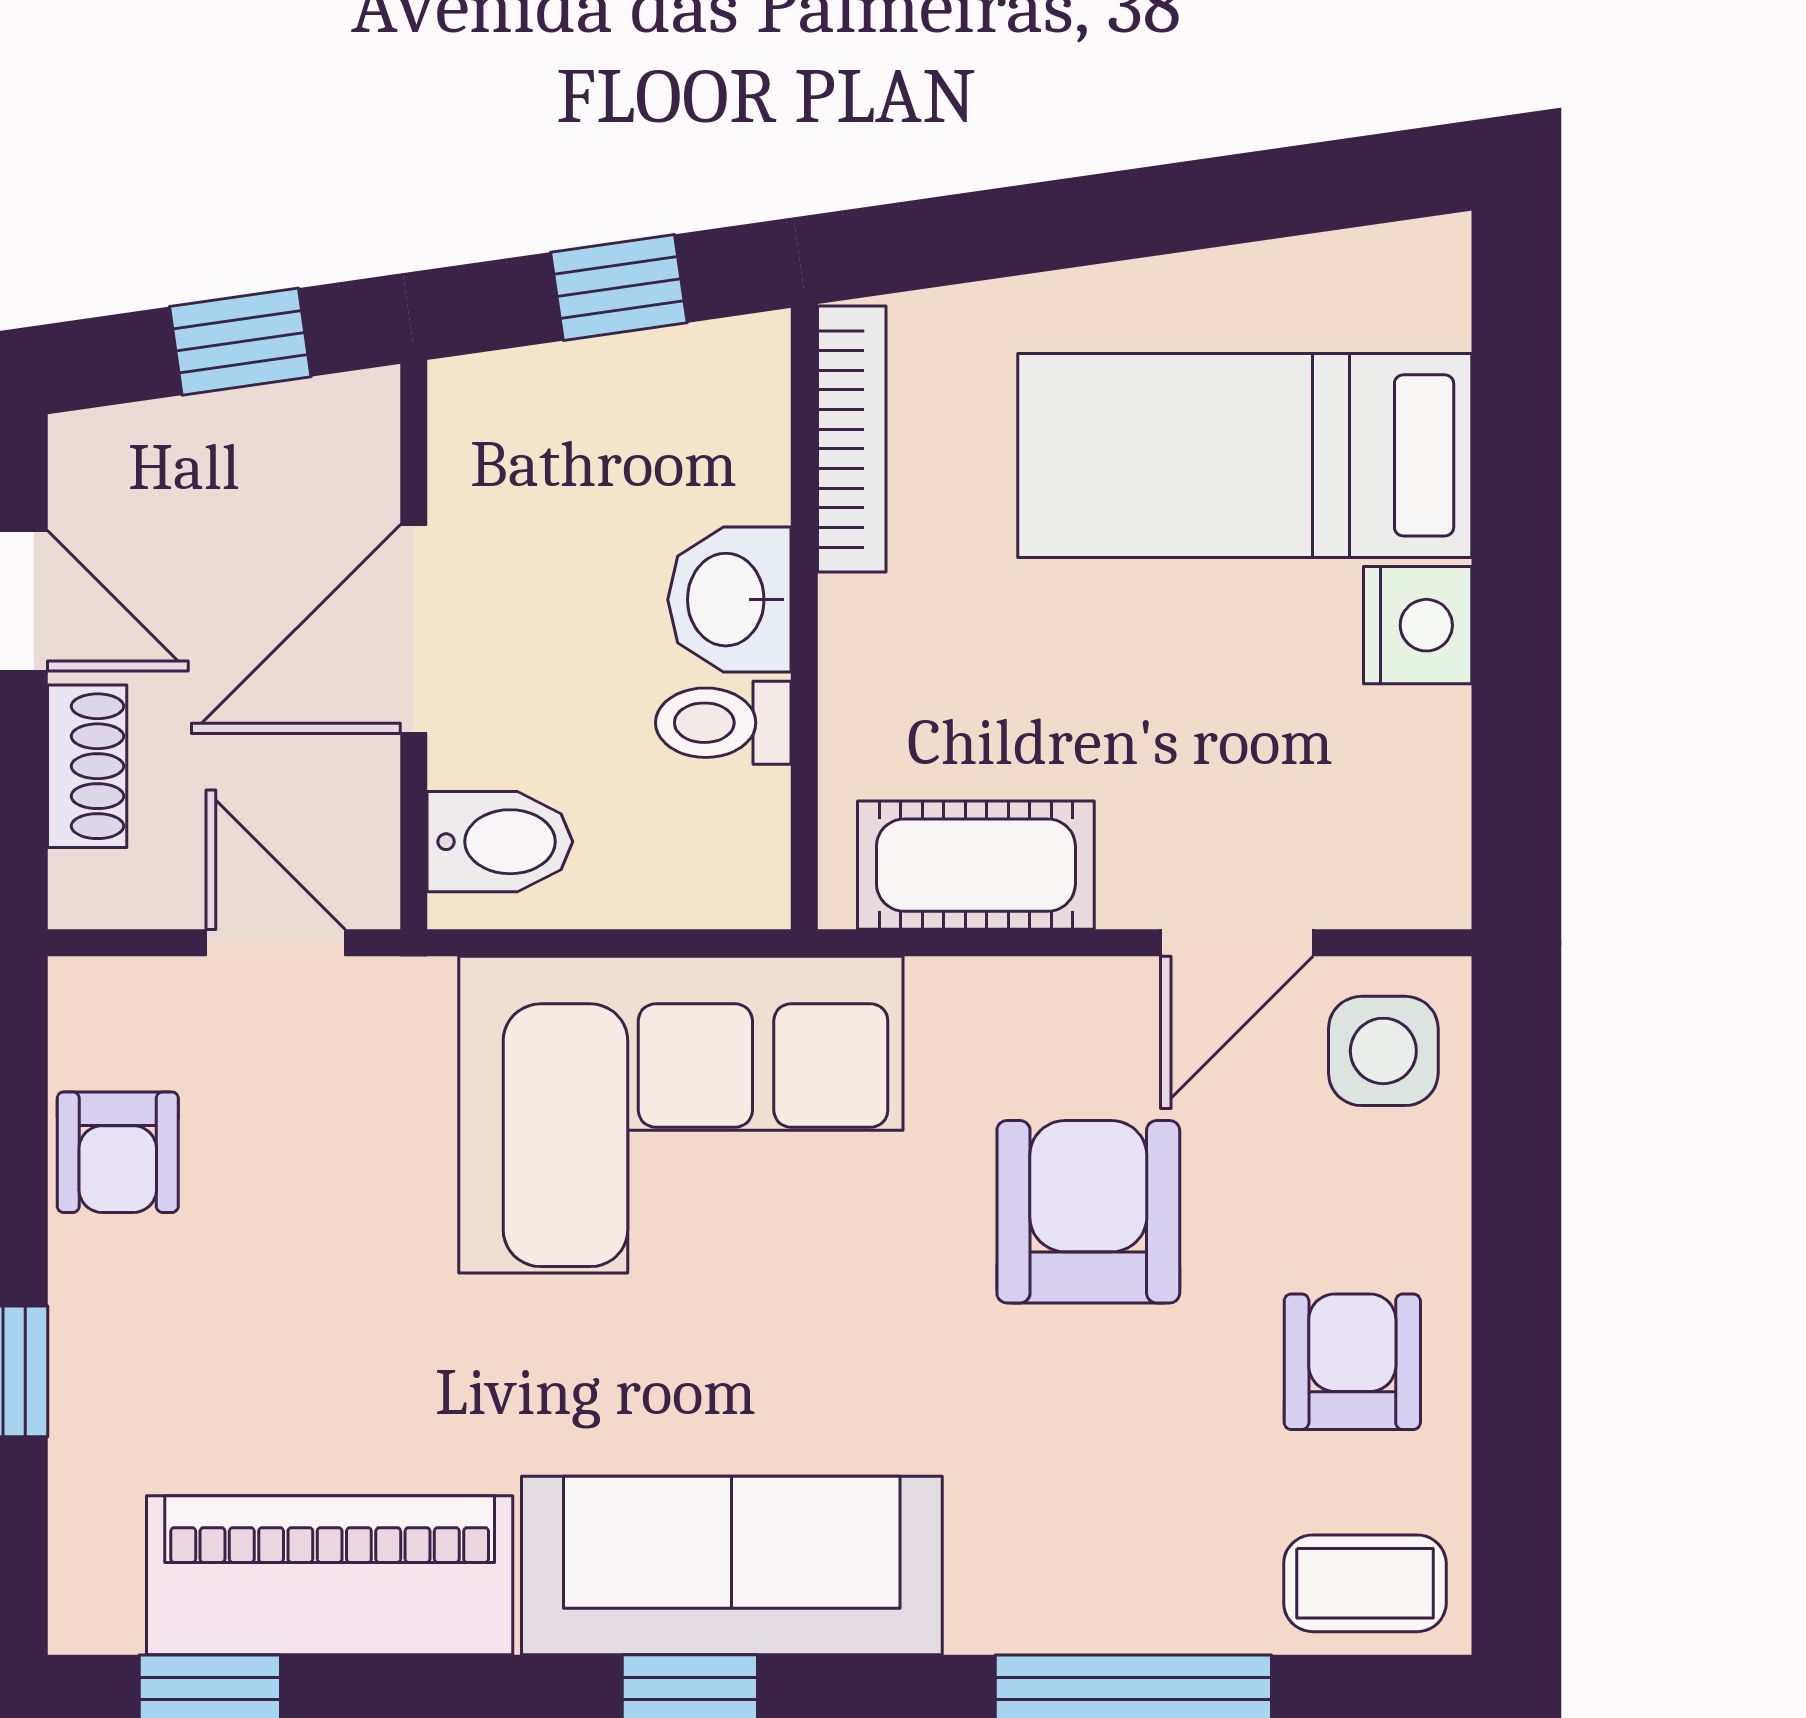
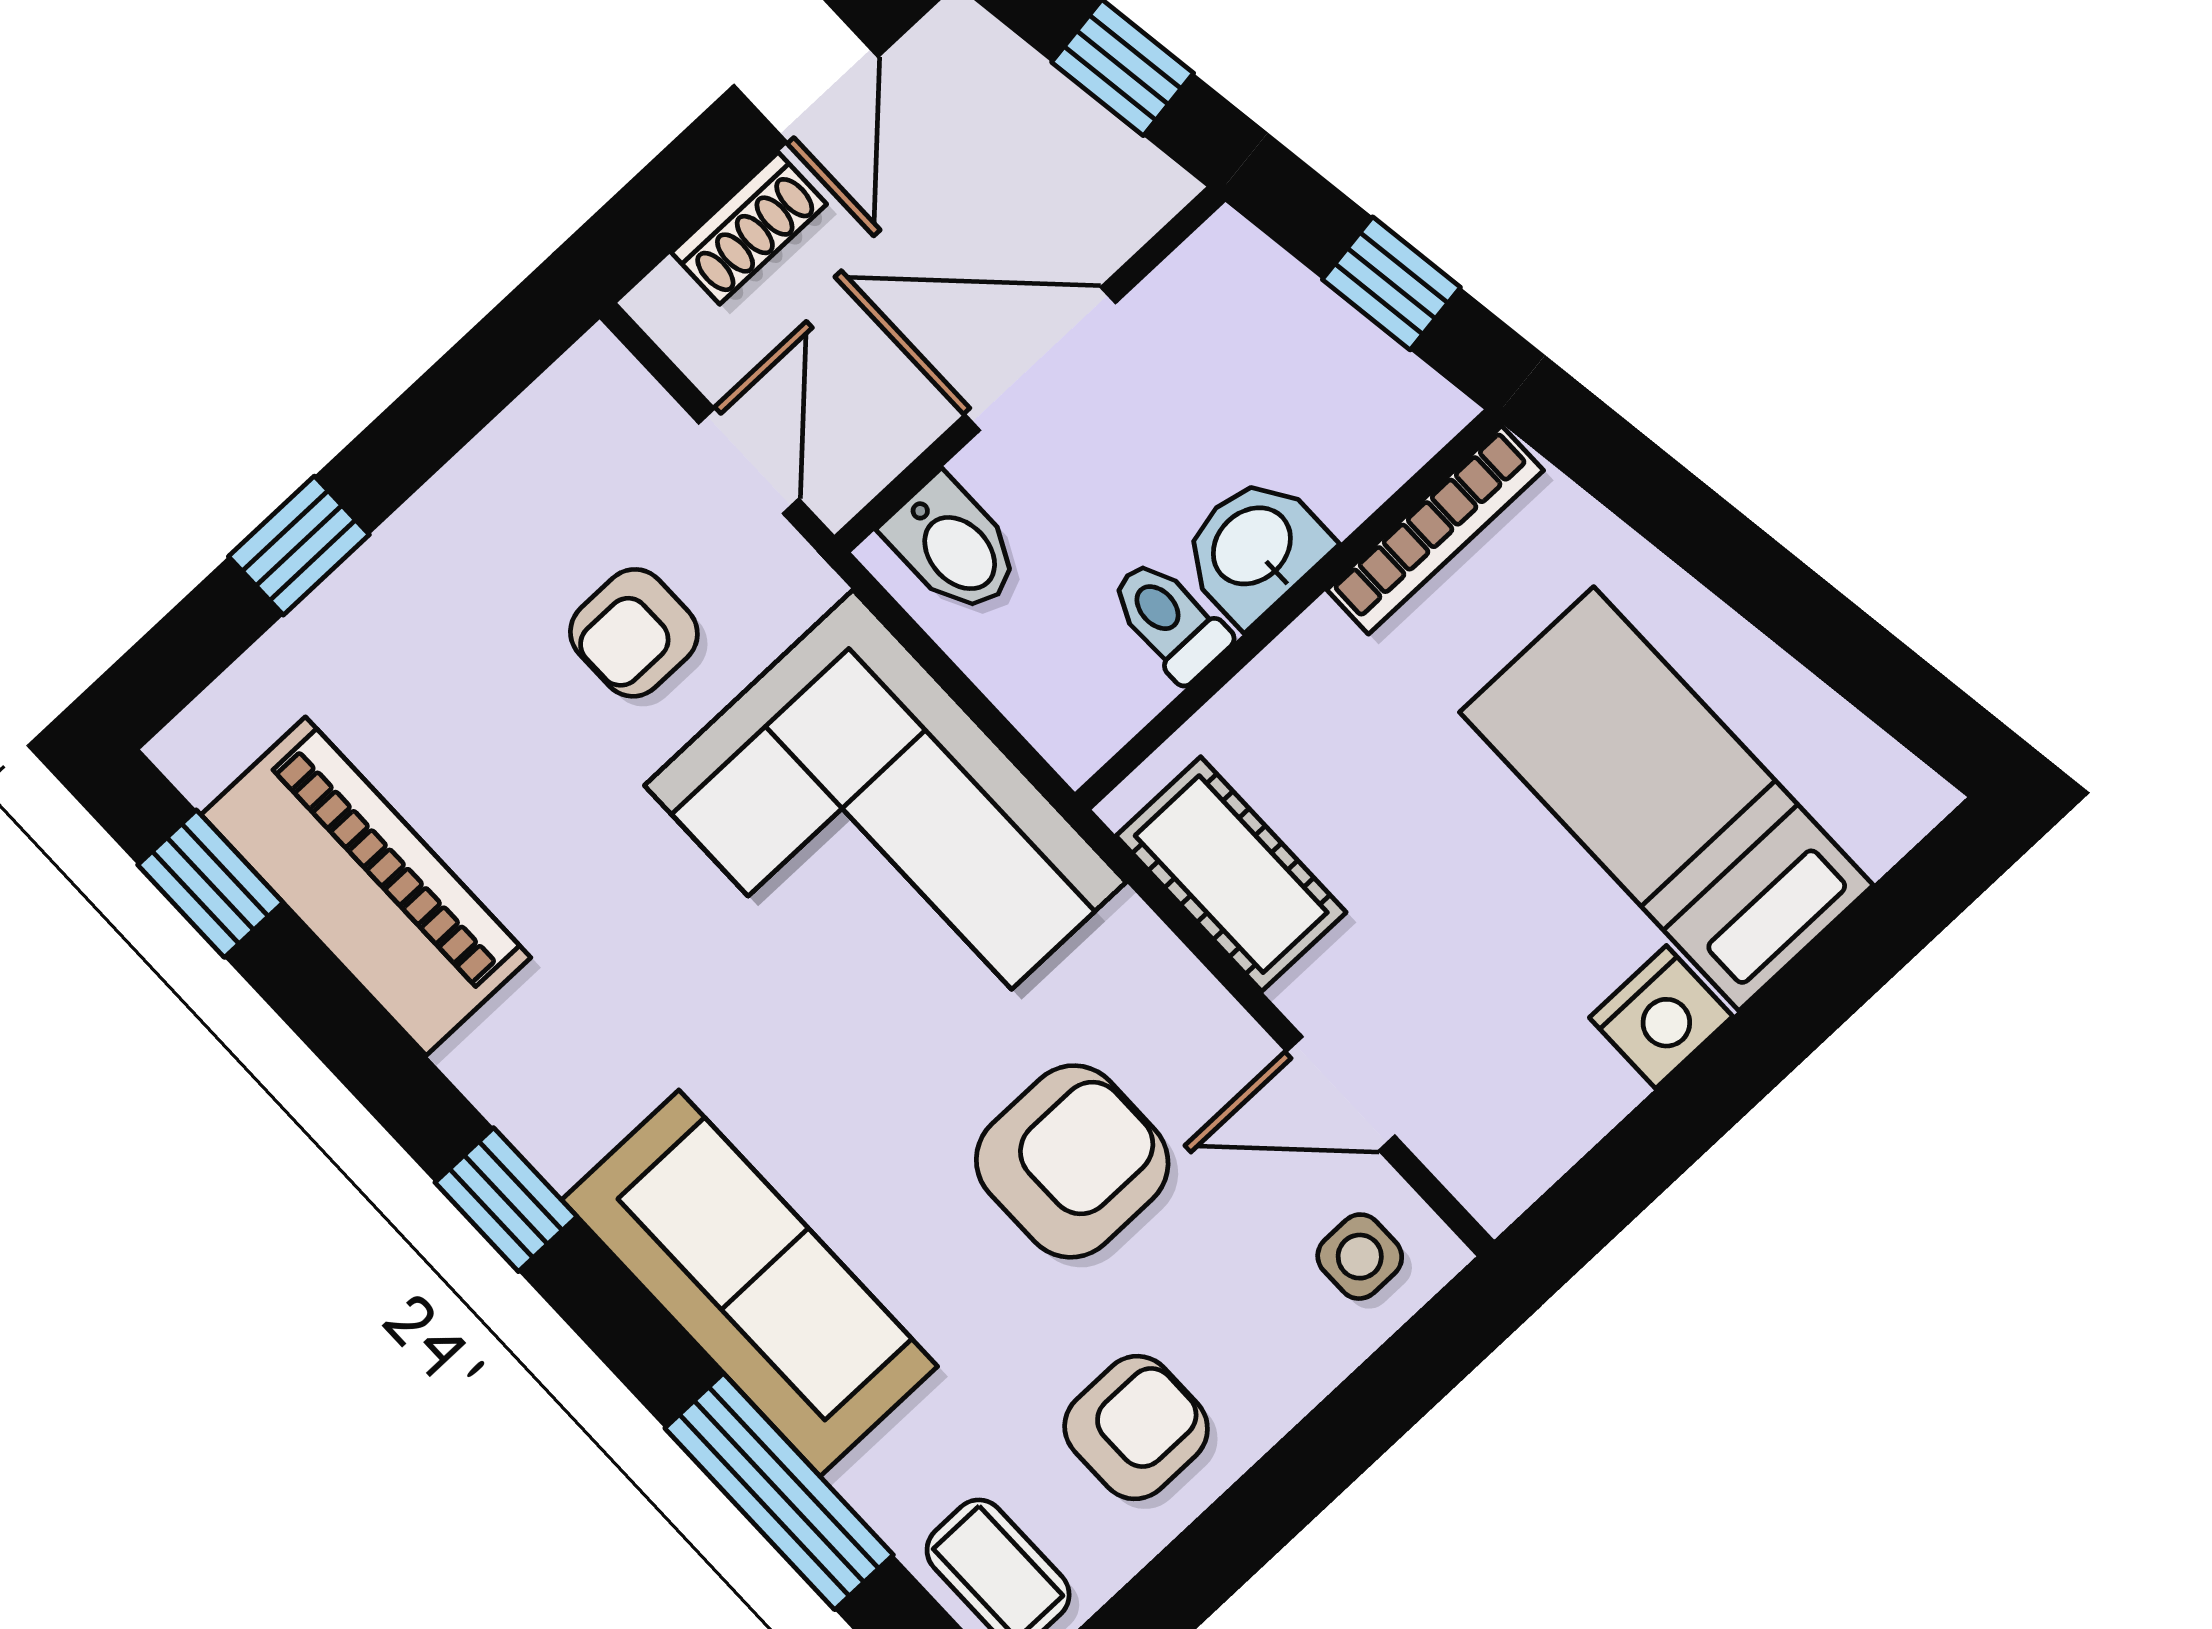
side table: (1383, 1051) -> (1360, 1257), width x0.73, depth x0.73
armchair: (118, 1152) -> (634, 633), moved
sofa: (732, 1565) -> (749, 1283), moved

